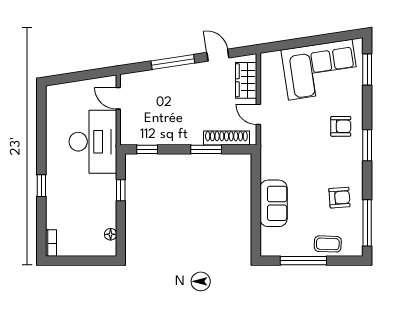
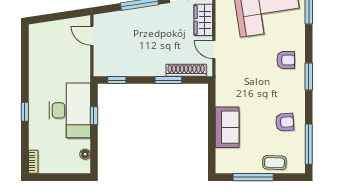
desk: (93, 142) -> (70, 110), moved

